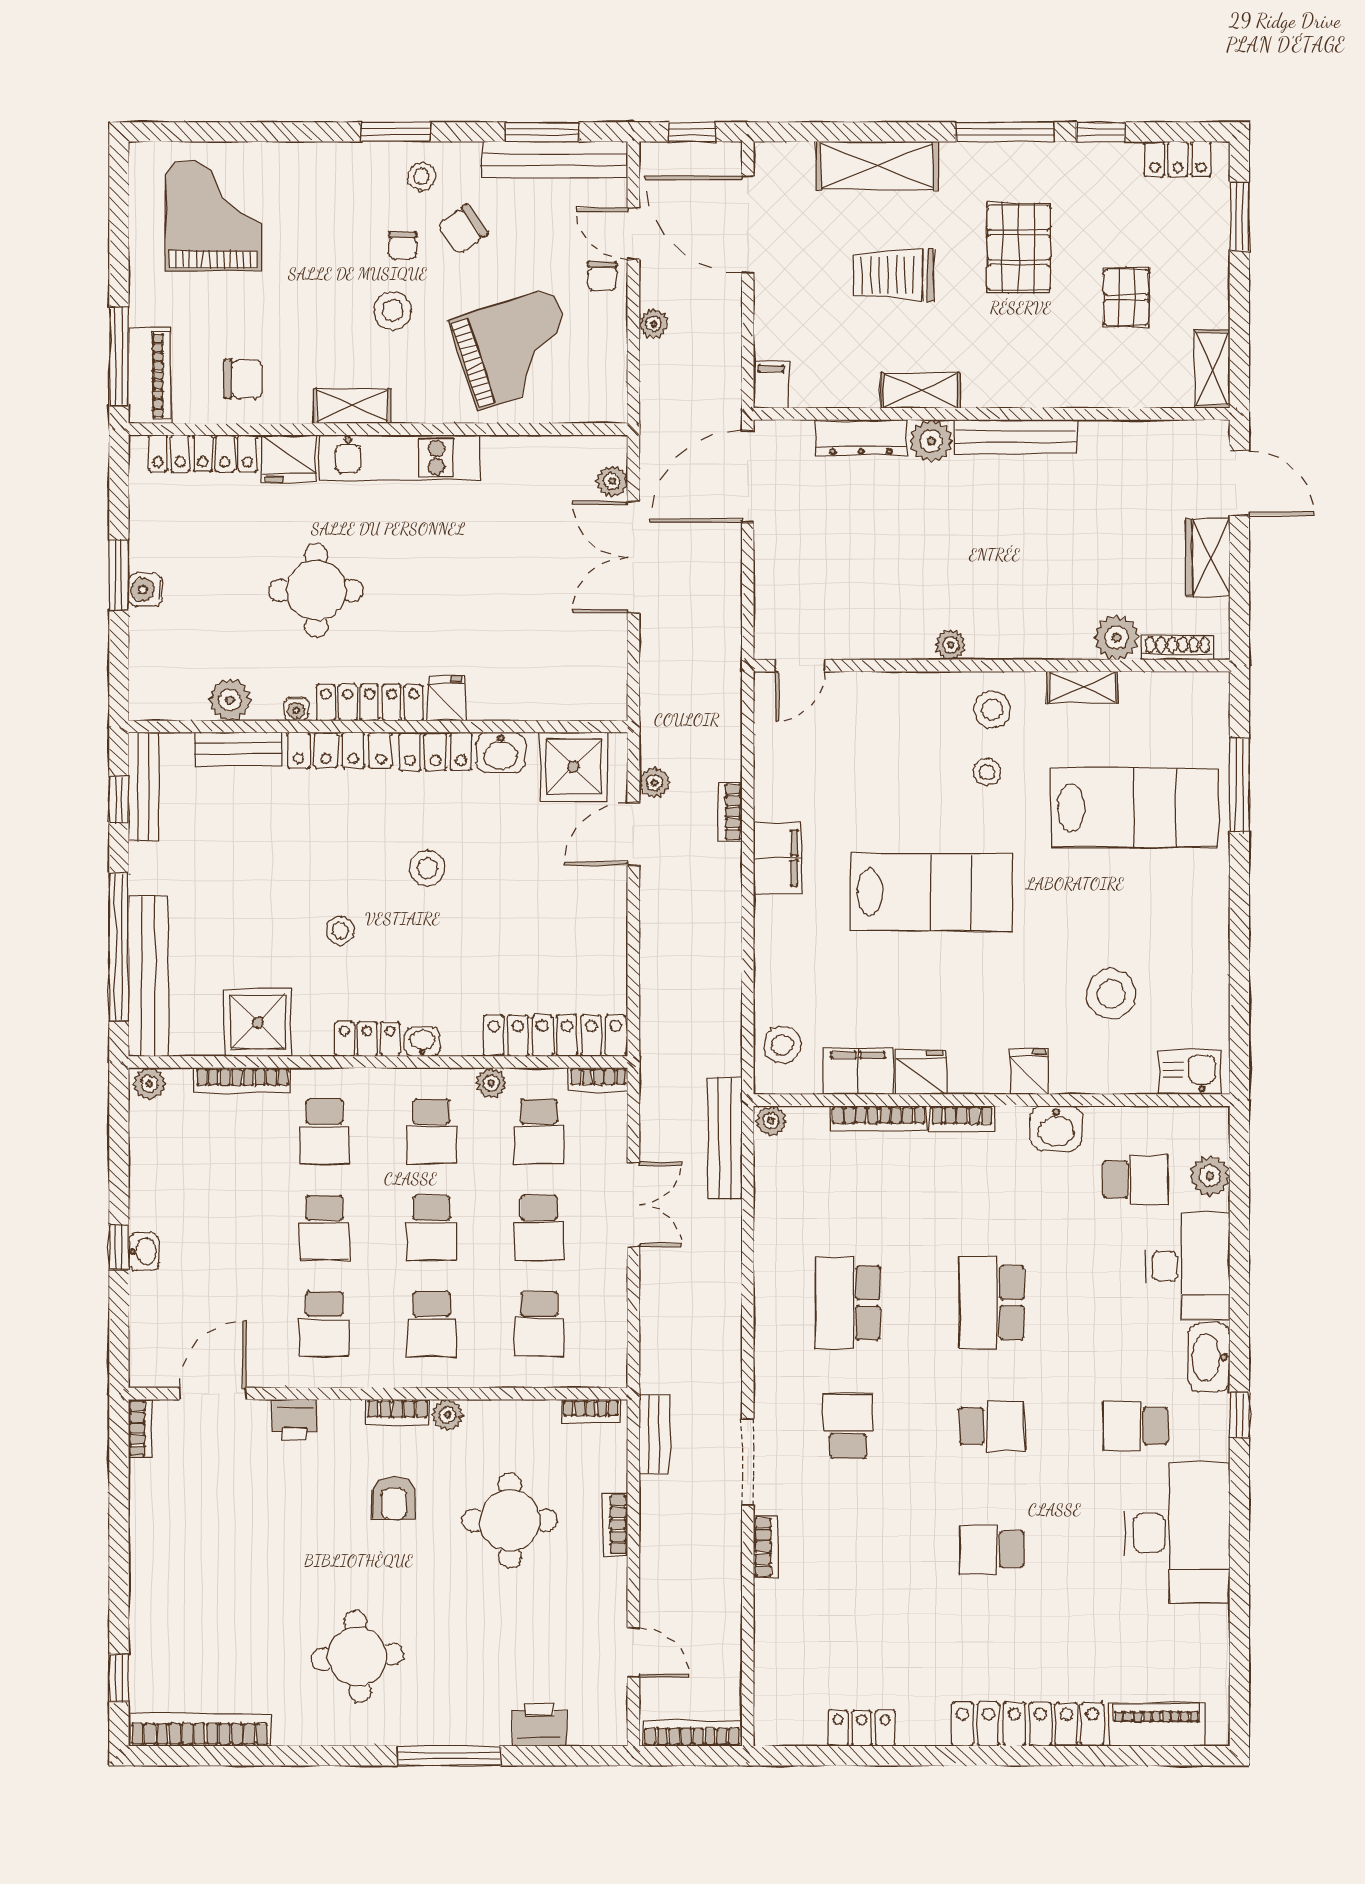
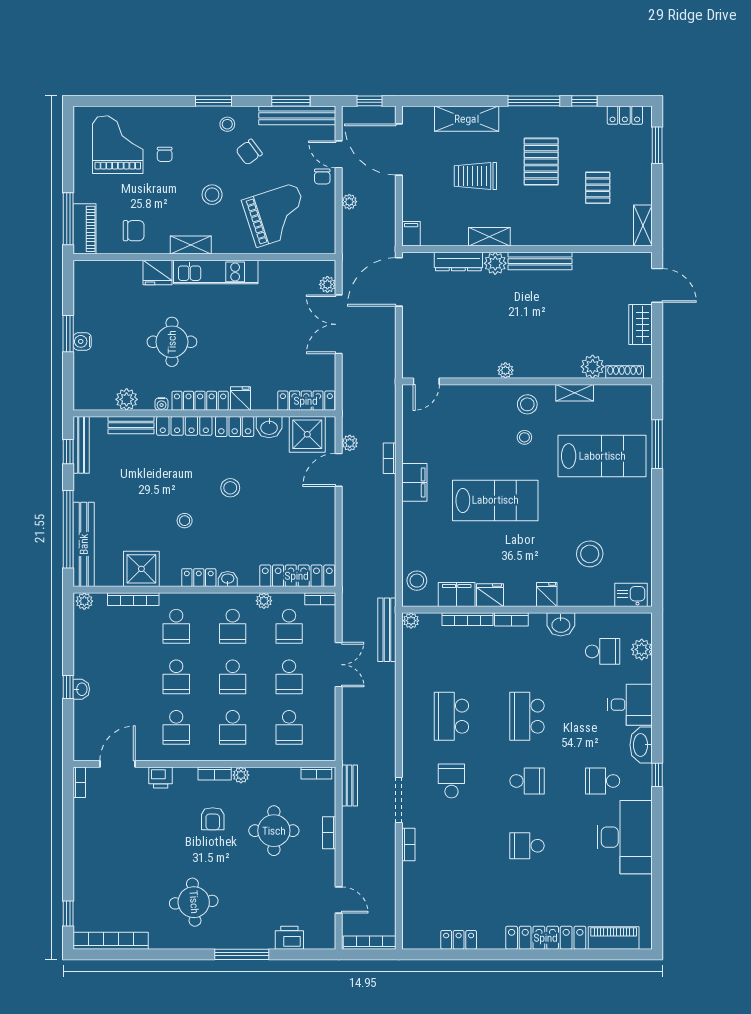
chair: (403, 246) -> (165, 154), moved
locker: (203, 453) -> (306, 401), moved, turned 180
desk: (1188, 1266) -> (630, 705), width x0.73

